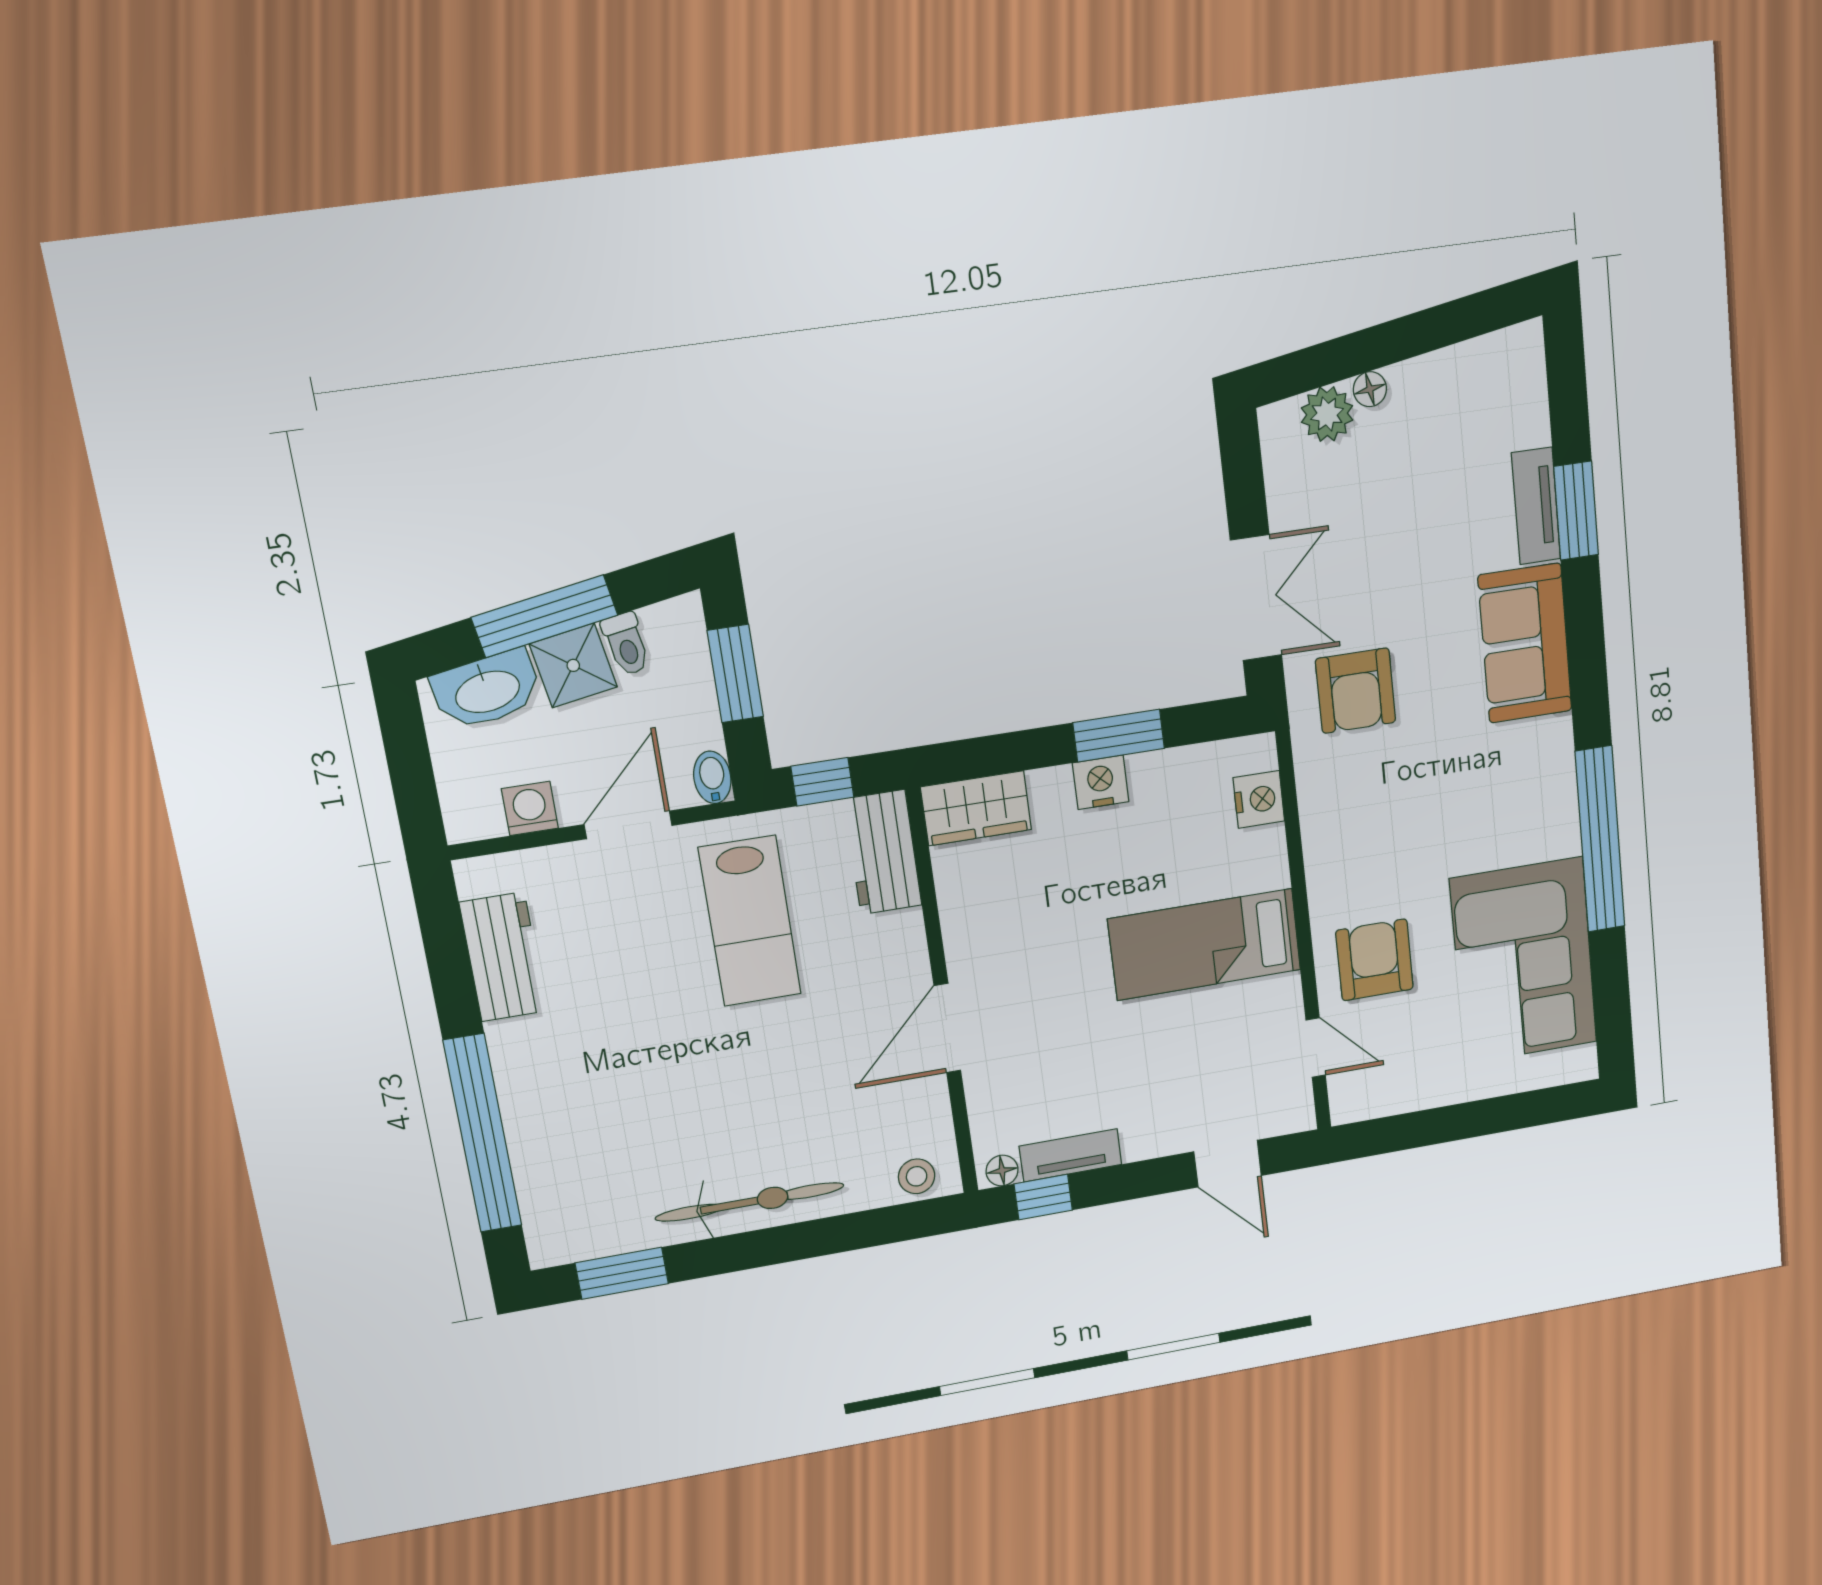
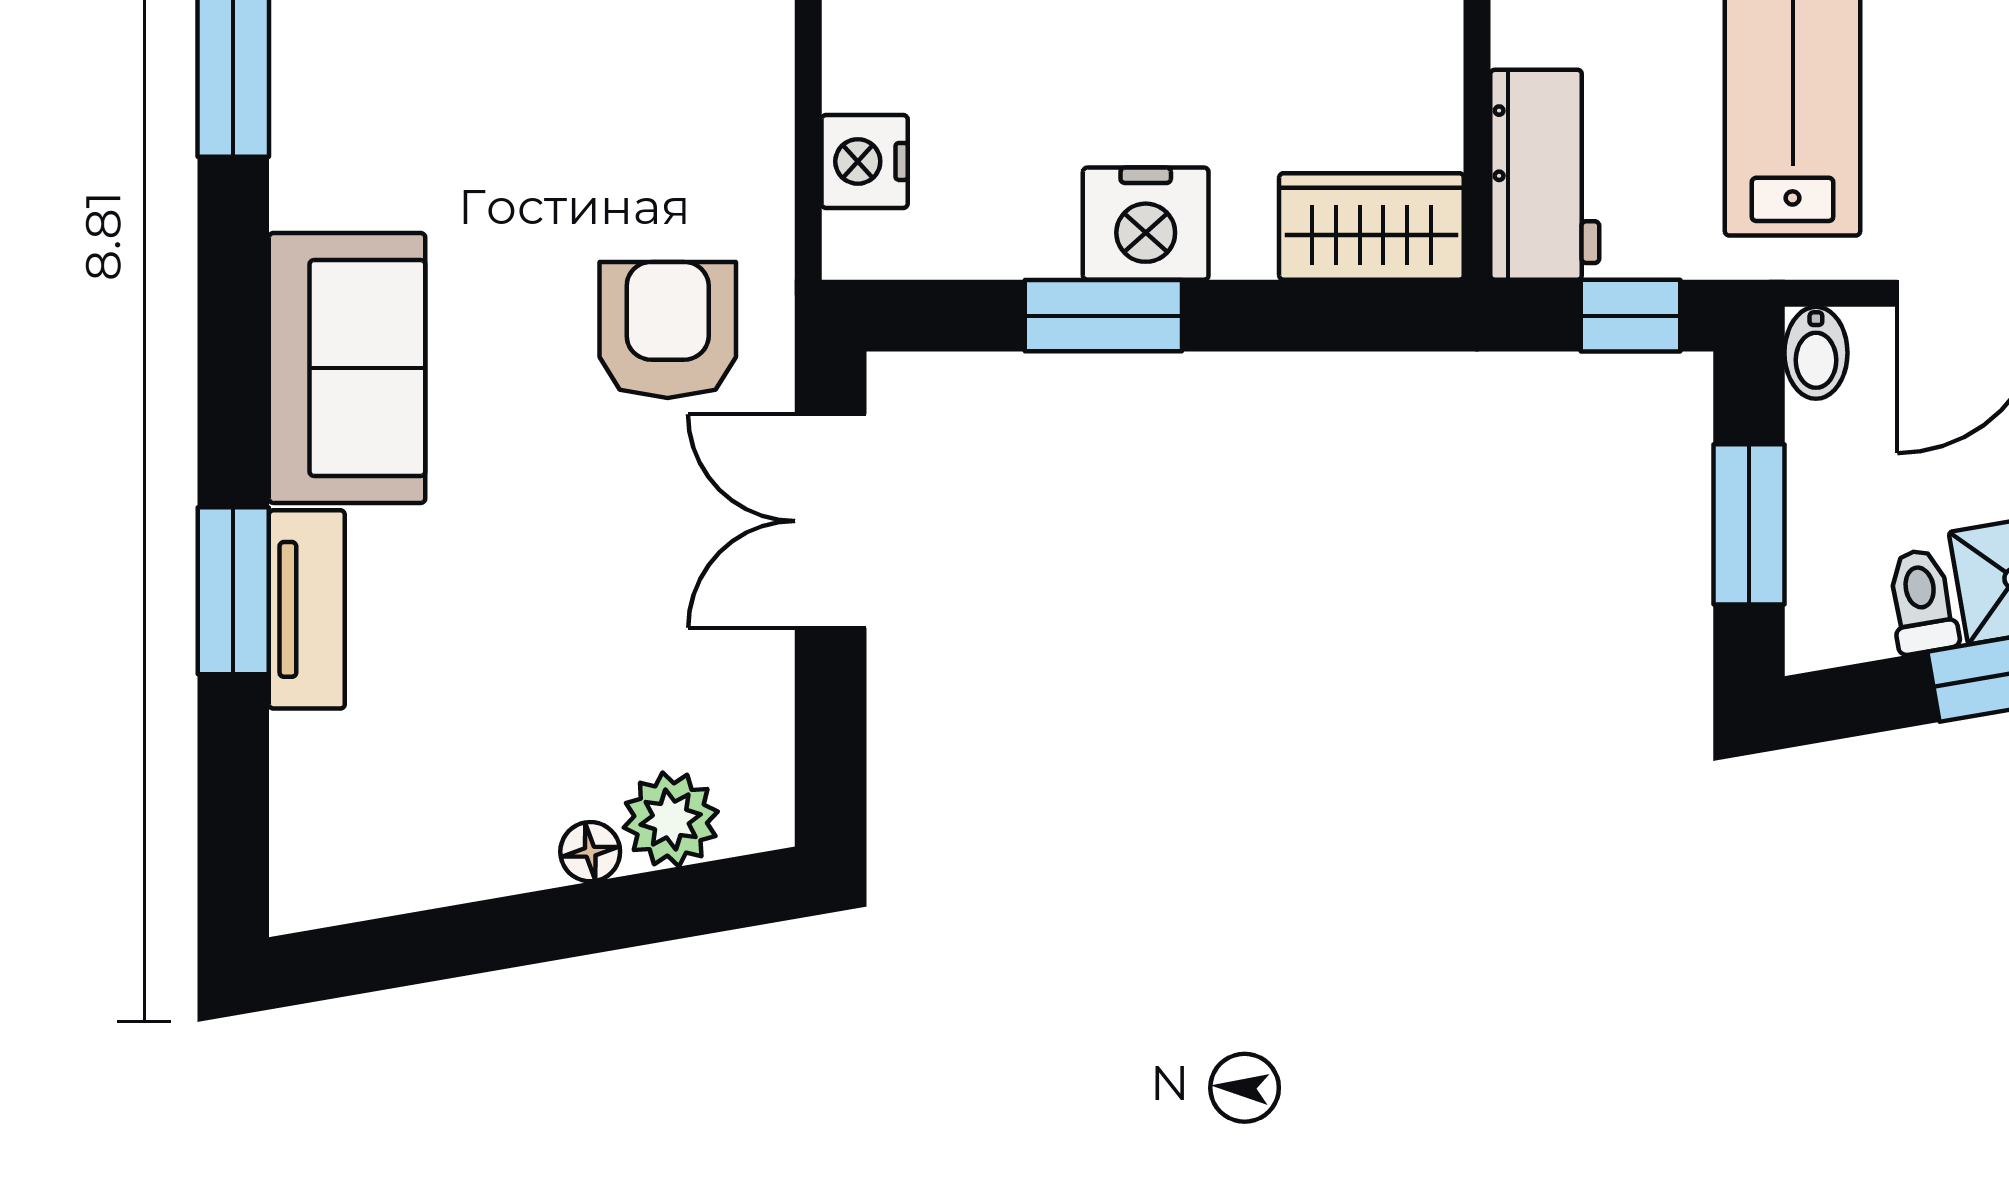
nightstand: (1101, 782) -> (1146, 224), width x1.36, depth x1.33

